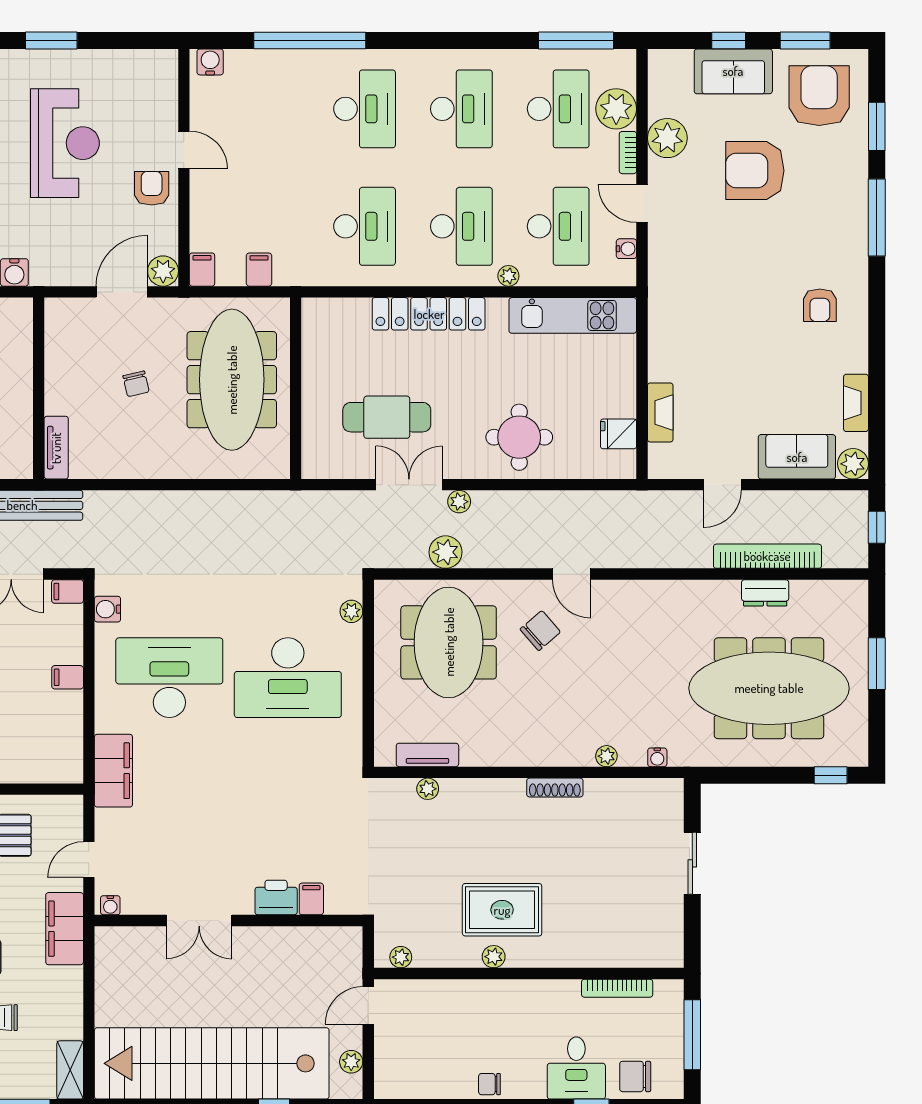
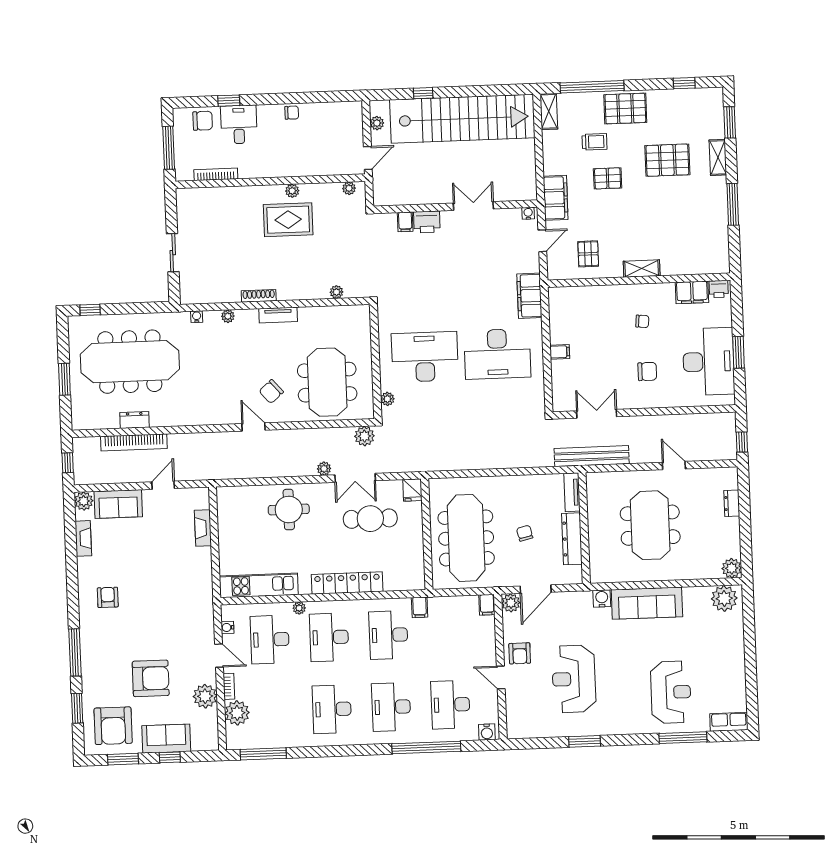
desk: (558, 109) -> (450, 705), moved
filing cabinet: (259, 270) -> (420, 607), moved
dresser: (59, 372) -> (572, 539), added
fridge: (619, 434) -> (412, 490), moved, turned 90
plant: (446, 552) -> (364, 436), moved
filing cabinet: (68, 591) -> (562, 404), removed
water cooler: (107, 609) -> (537, 395), removed
tv unit: (427, 755) -> (278, 315), moved

